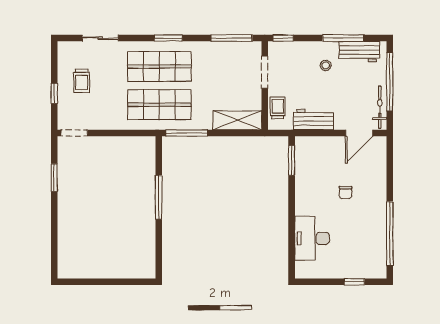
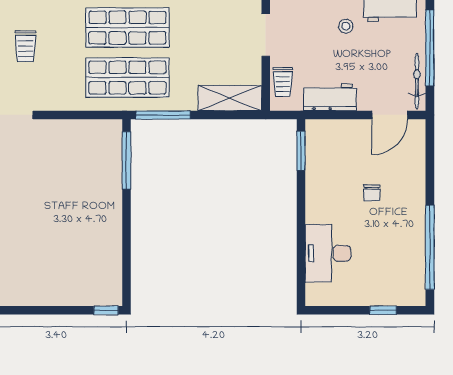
trolley: (278, 108) -> (283, 82), turned 180
window: (159, 197) -> (126, 160), moved
window: (143, 282) -> (106, 310), added

